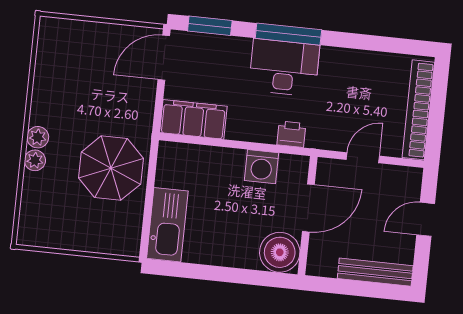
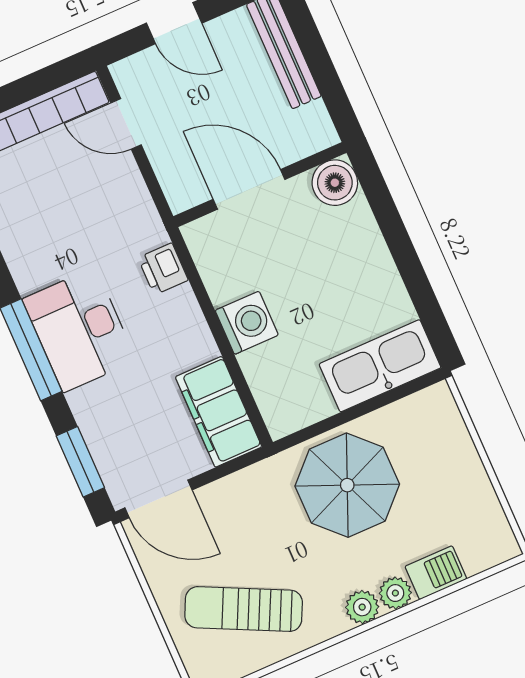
sun lounger: (75, 70) -> (244, 609), added
door: (363, 158) -> (126, 124), moved
washing machine: (261, 167) -> (247, 323), moved
barbecue: (33, 190) -> (436, 573), added
boiler: (280, 252) -> (335, 183), width x0.73, depth x0.73

